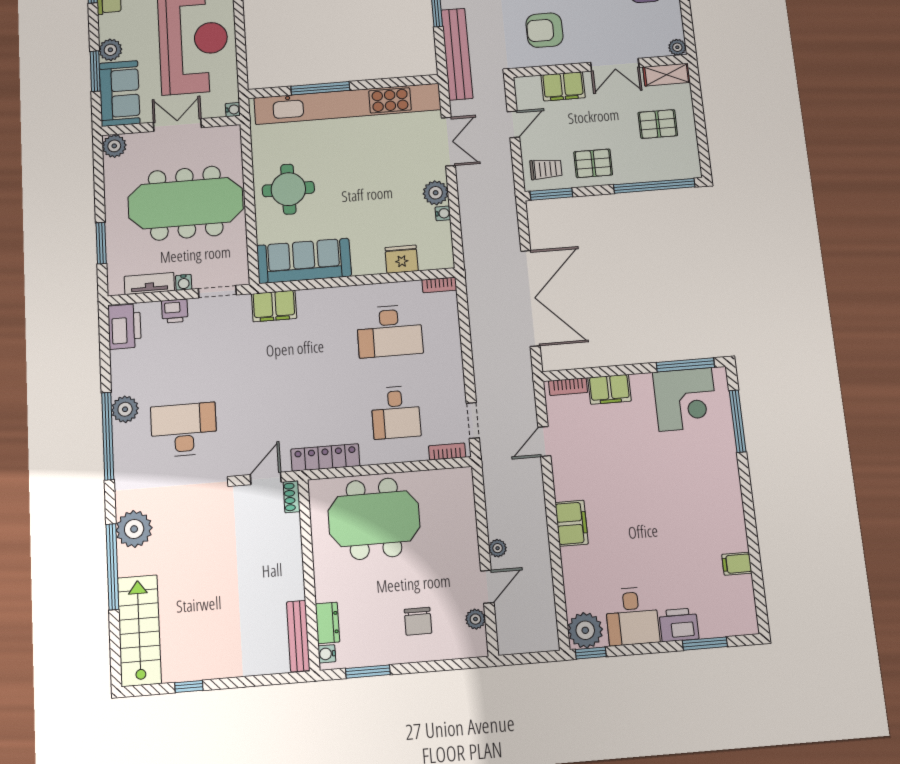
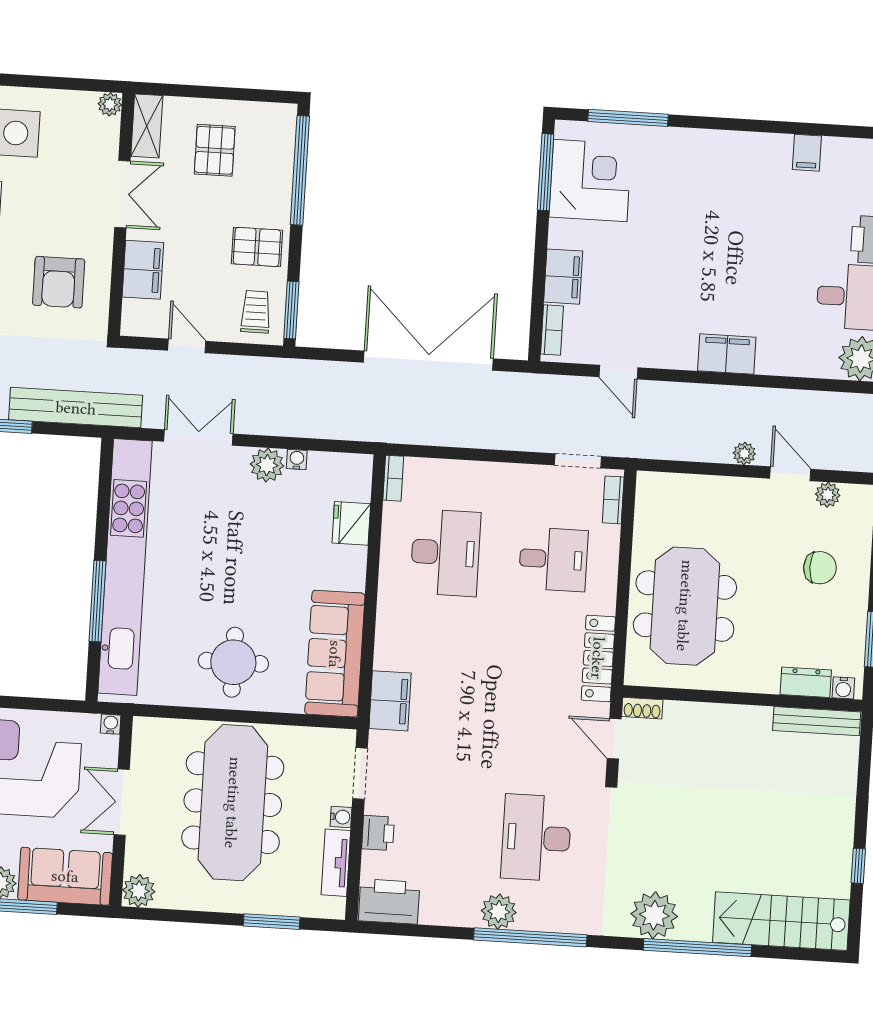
pallet: (593, 163) -> (257, 247), turned 90

